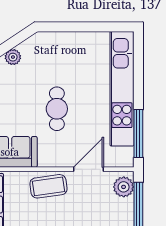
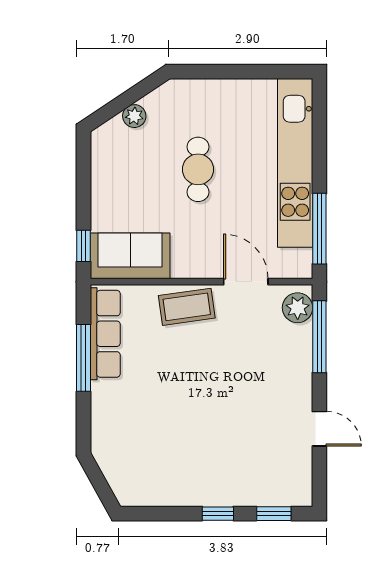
cafe table: (57, 109) -> (198, 169), moved
door: (89, 169) -> (246, 282), hinge flipped

